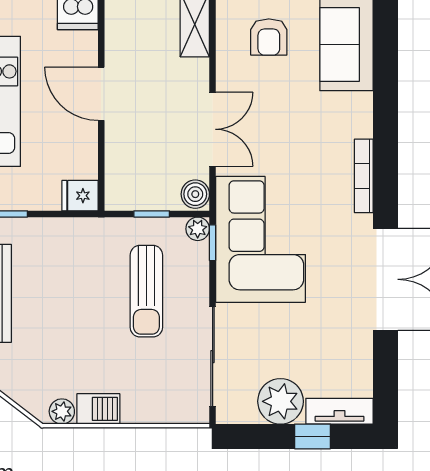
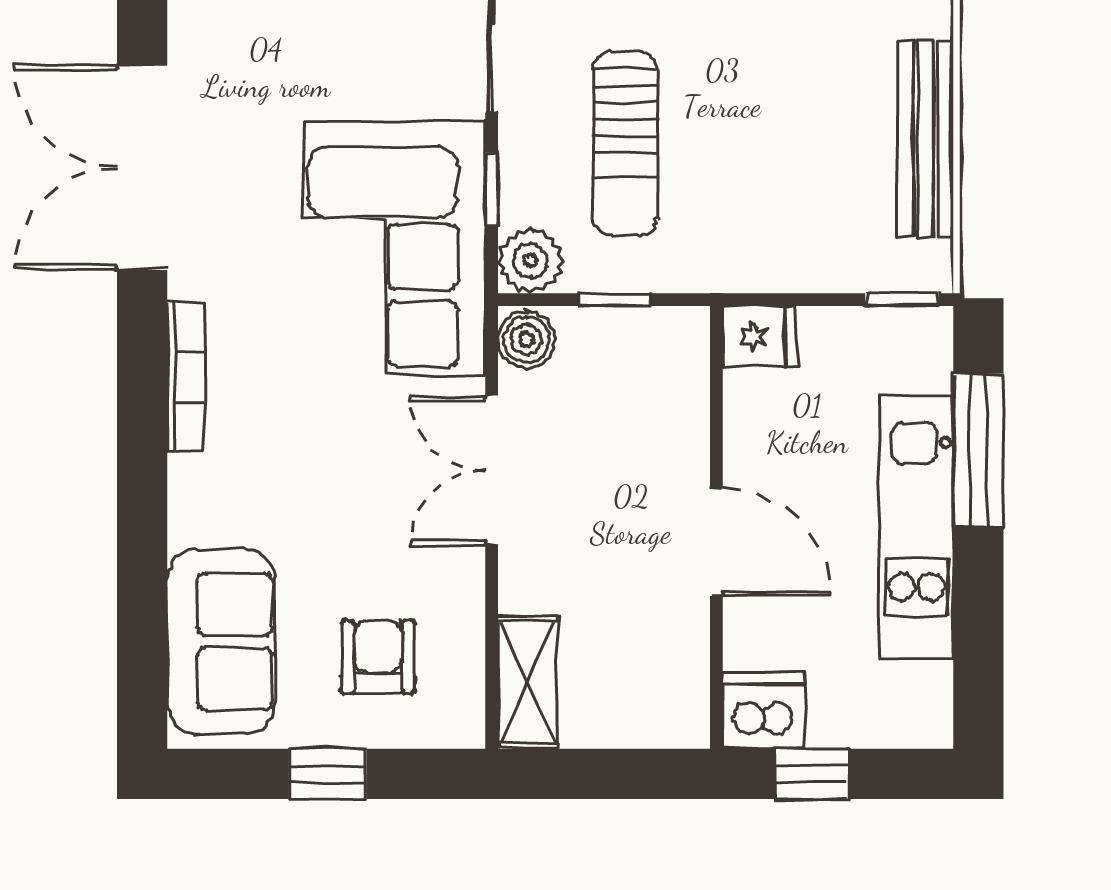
plant: (198, 229) -> (531, 261), width x1.38, depth x1.38
window: (213, 243) -> (492, 189), moved
sun lounger: (146, 291) -> (625, 144), turned 180

